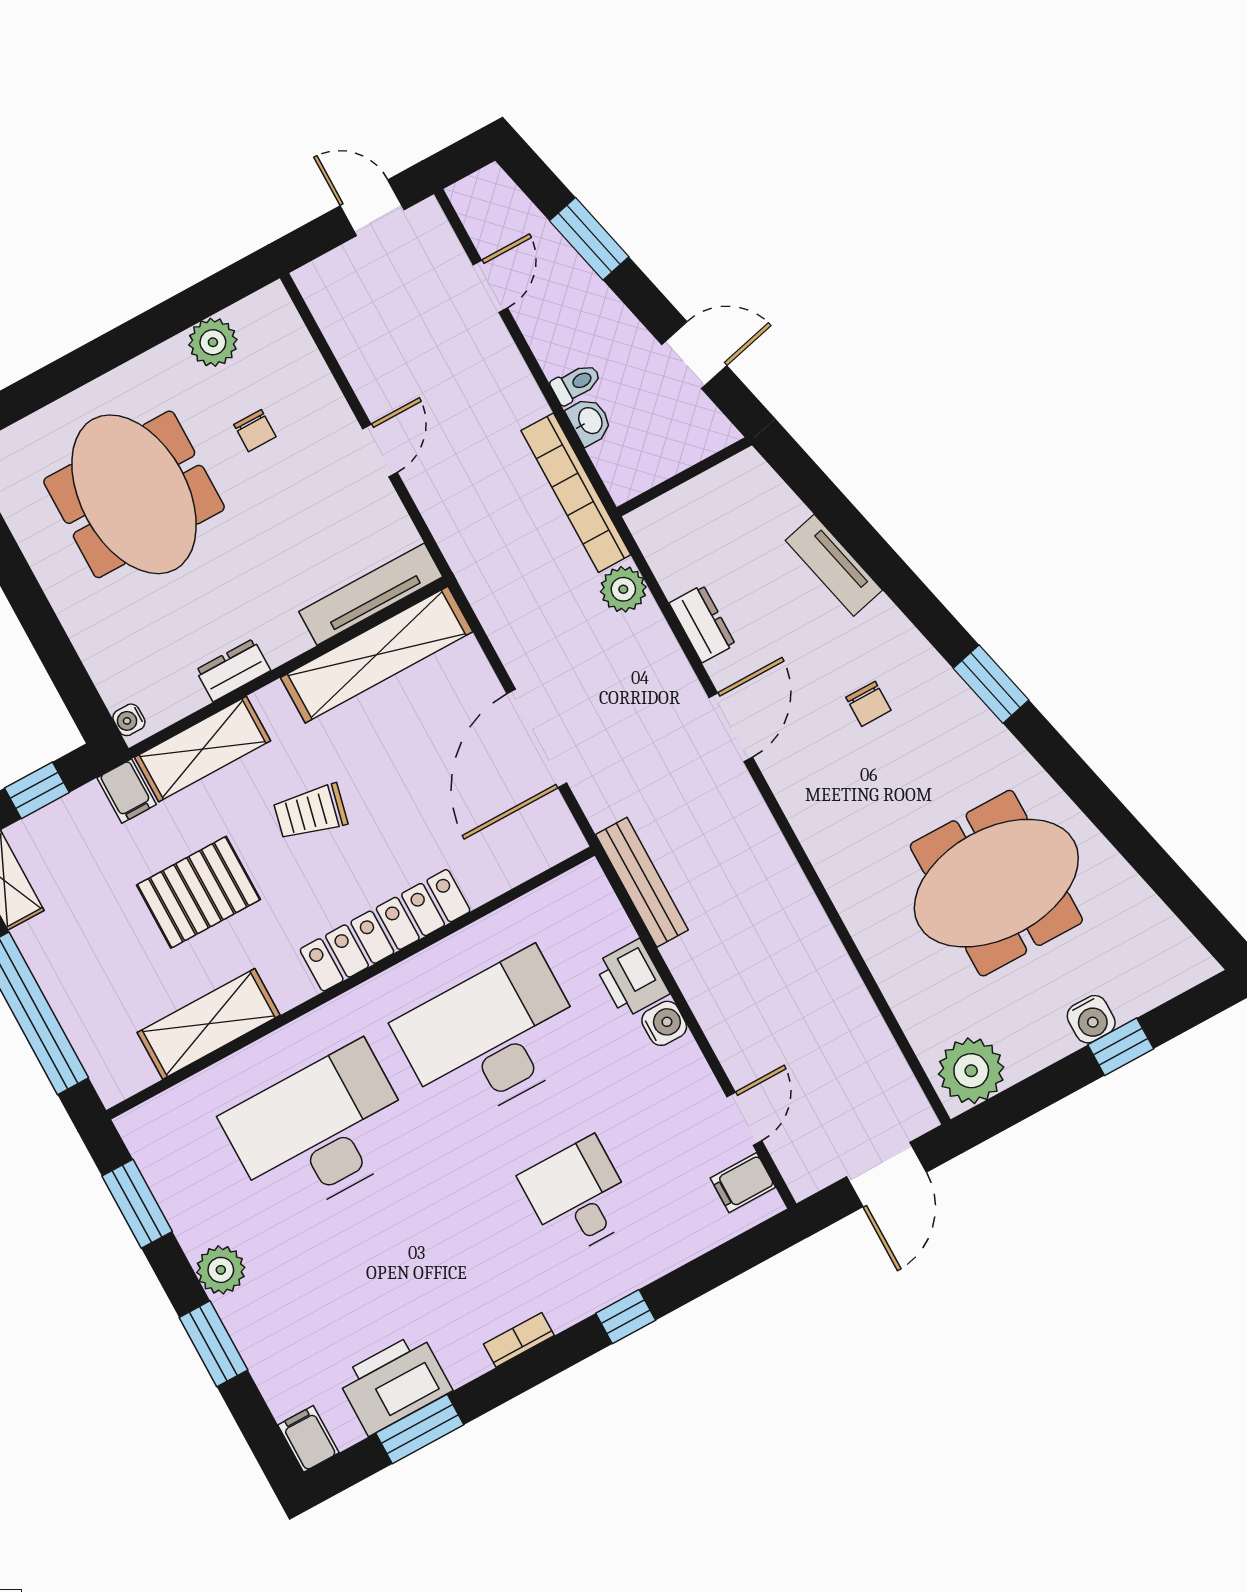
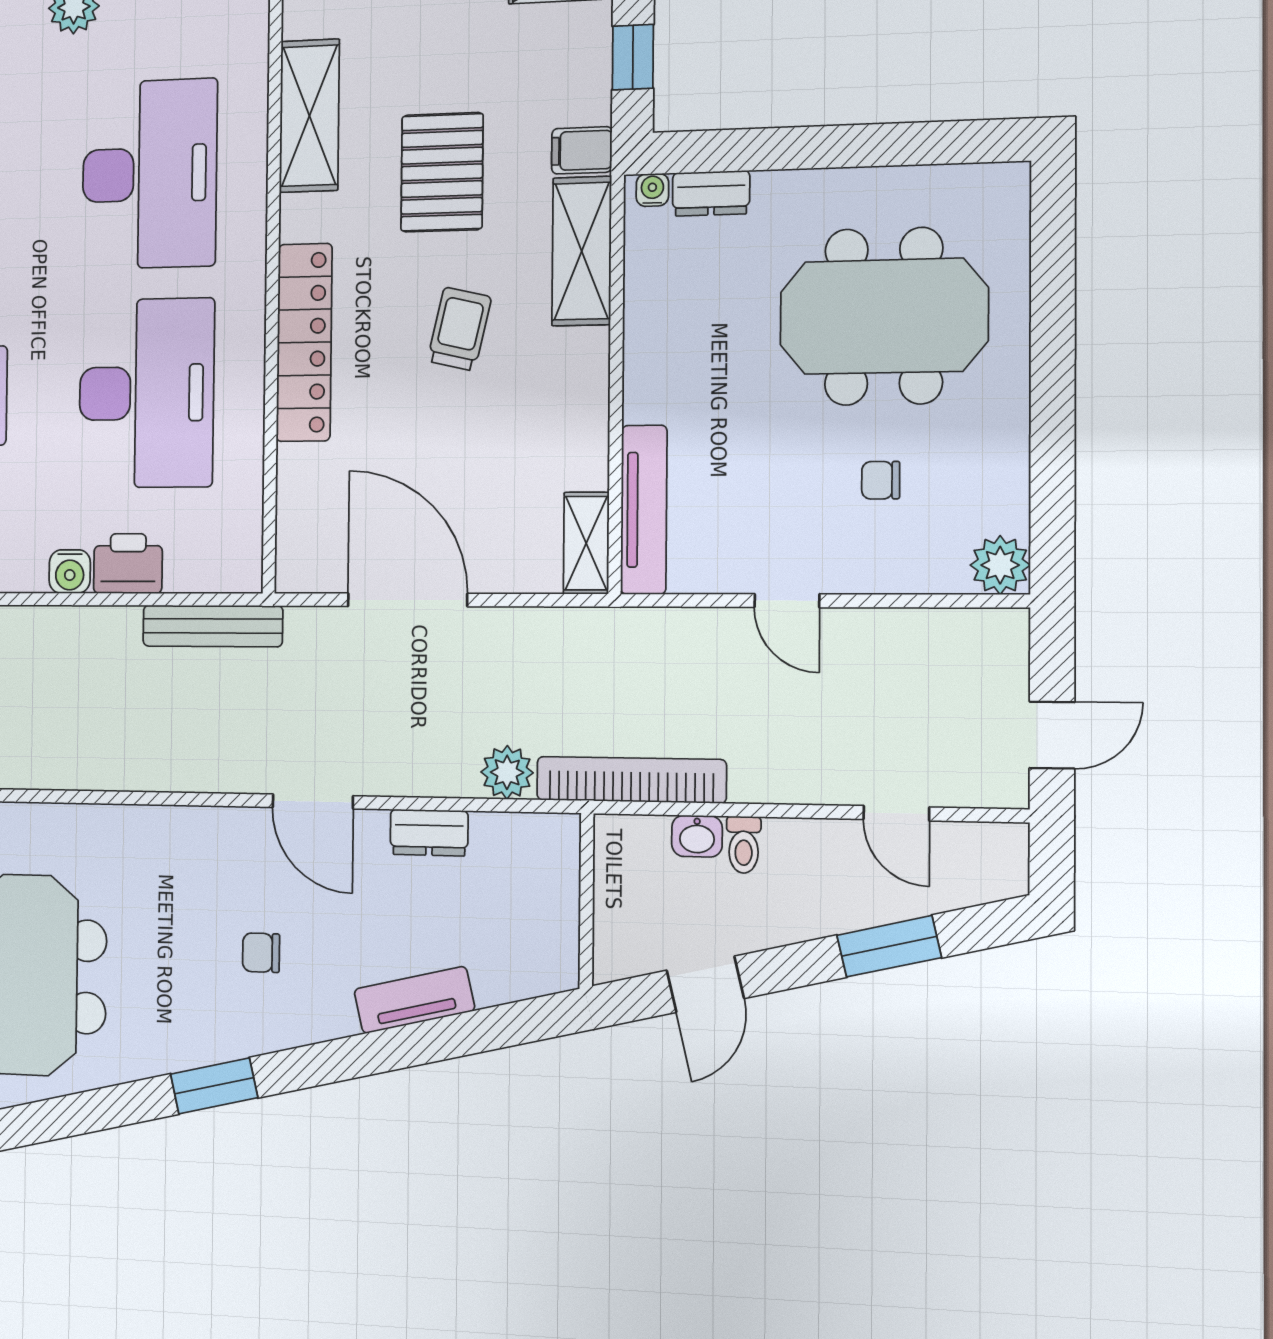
plant: (213, 342) -> (1000, 565), moved
shelving: (377, 655) -> (586, 543), width x0.45, depth x0.75
dresser: (233, 670) -> (711, 193), moved, turned 90

